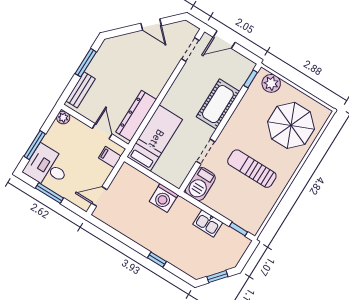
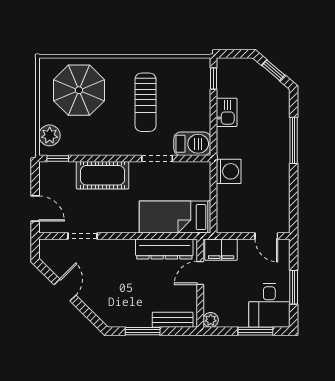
doorway: (190, 50) -> (82, 236), moved
filing cabinet: (110, 157) -> (221, 250), width x2.00
window: (157, 260) -> (294, 140), width x2.17

